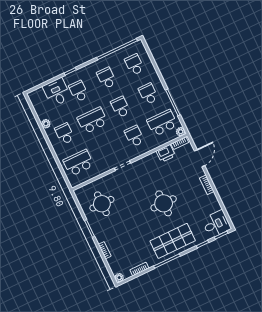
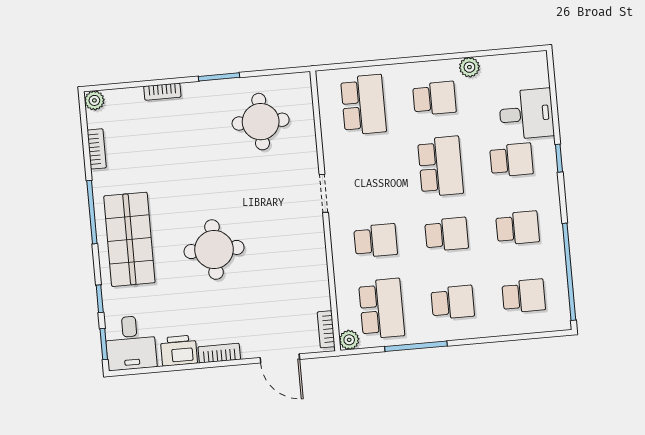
printer: (166, 153) -> (179, 351), moved, turned 90

